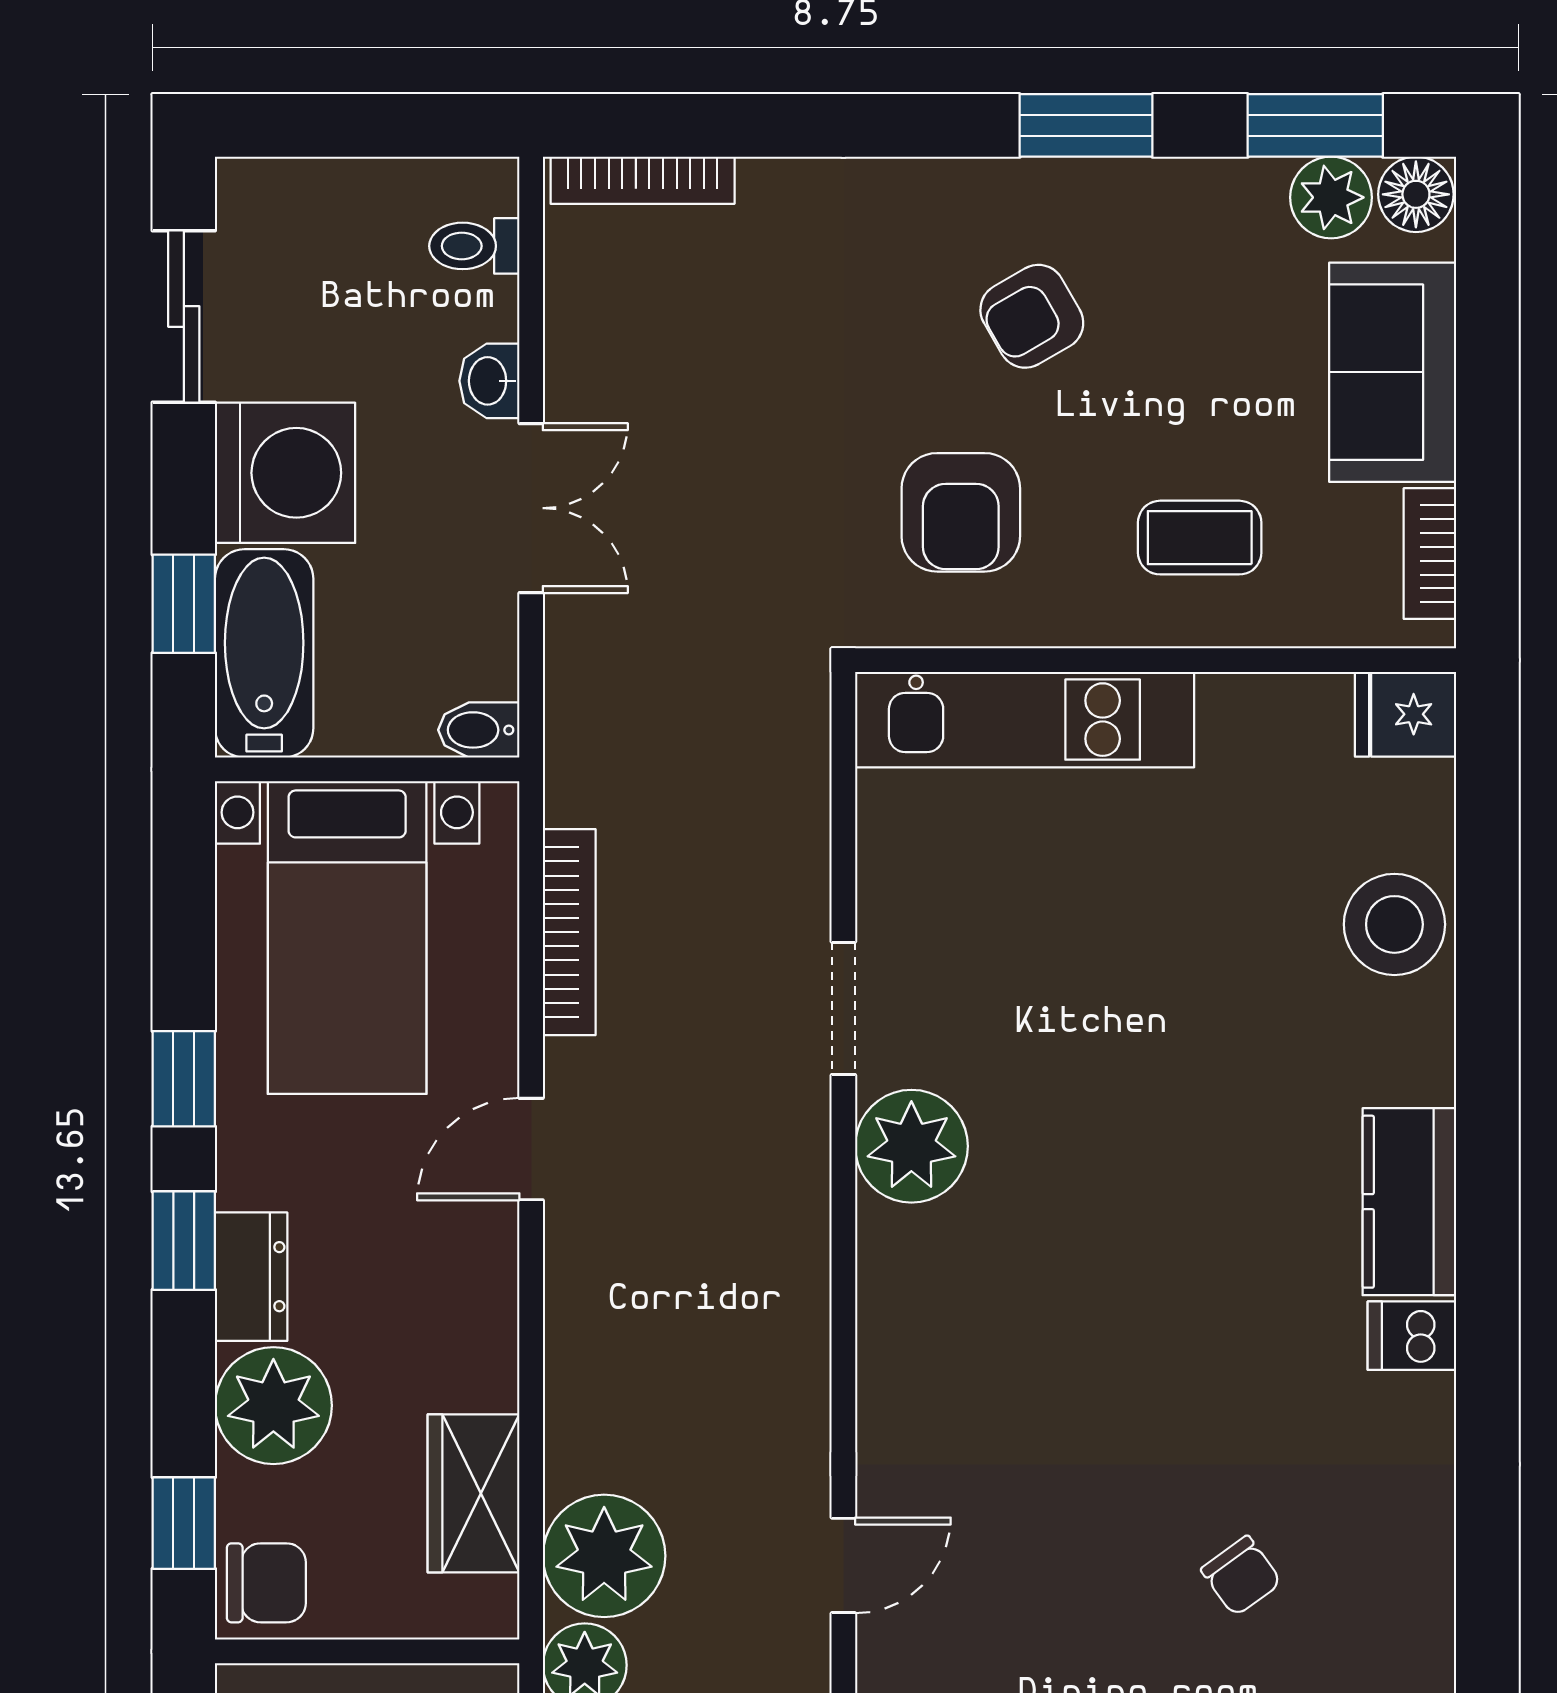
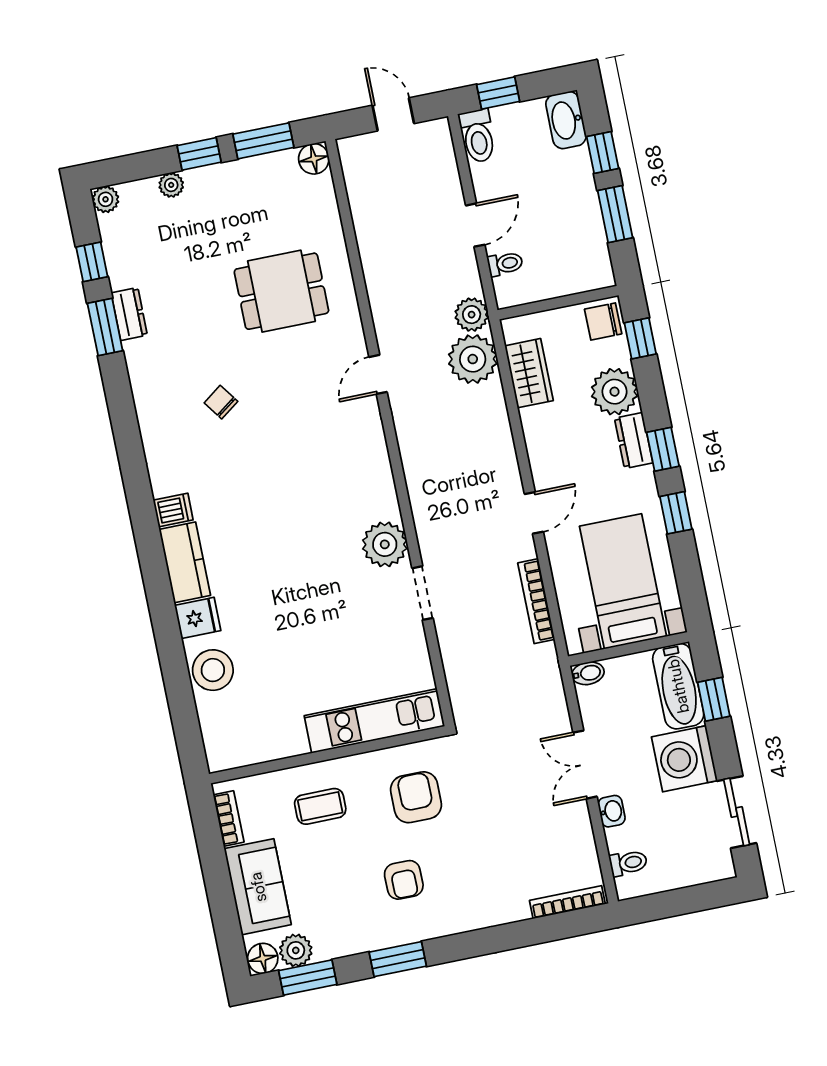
armchair: (1032, 316) -> (404, 880), turned 120
fridge: (1406, 714) -> (198, 618), moved

